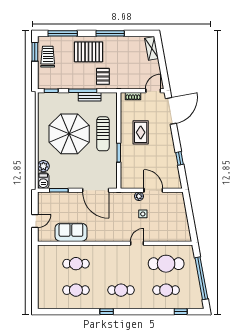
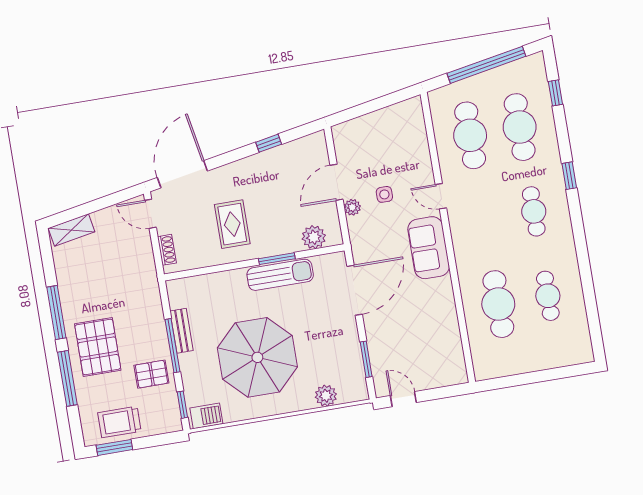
window: (63, 33) -> (67, 378), moved
pallet: (103, 76) -> (151, 374), moved
door: (171, 111) -> (182, 174), hinge flipped
rug: (141, 132) -> (232, 224), turned 90
sun lounger: (103, 134) -> (280, 275), moved
plant: (127, 174) -> (314, 237), added
barbecue: (43, 181) -> (206, 416), moved
door: (35, 221) -> (403, 399), moved
sofa: (71, 232) -> (429, 248), moved
cafe table: (76, 264) -> (498, 304), width x1.37, depth x1.35
cafe table: (166, 290) -> (520, 127), width x1.37, depth x1.35
window: (107, 312) -> (569, 176), moved

